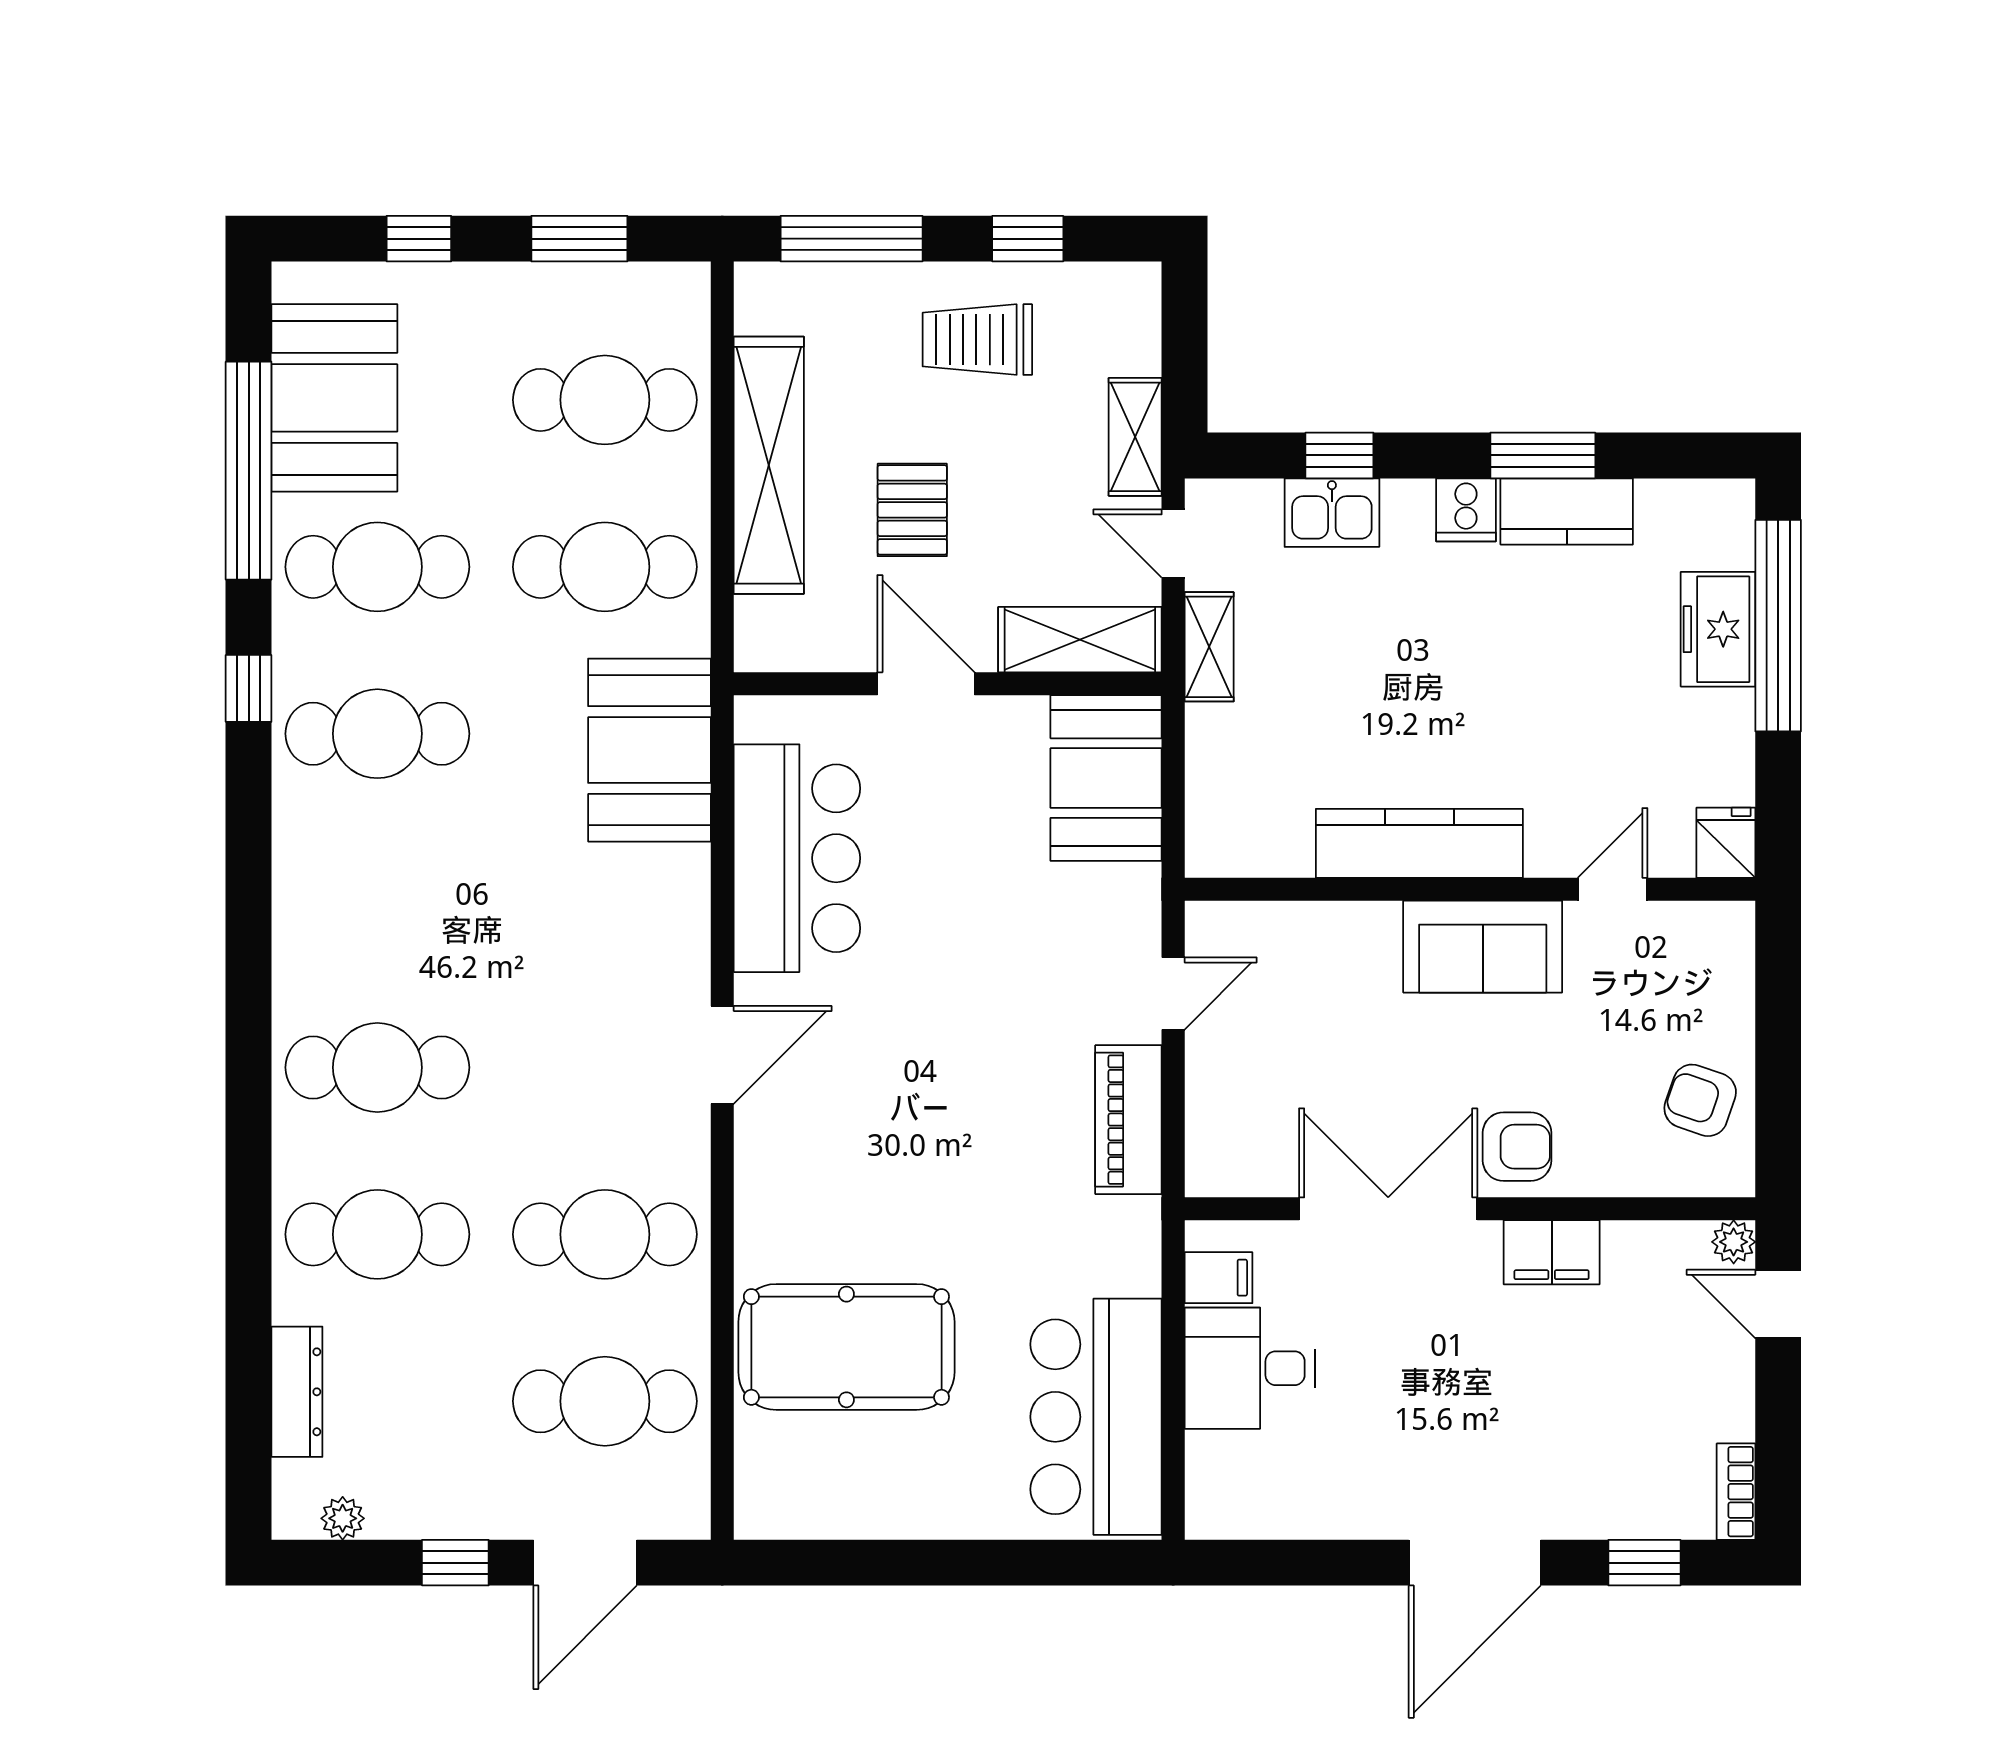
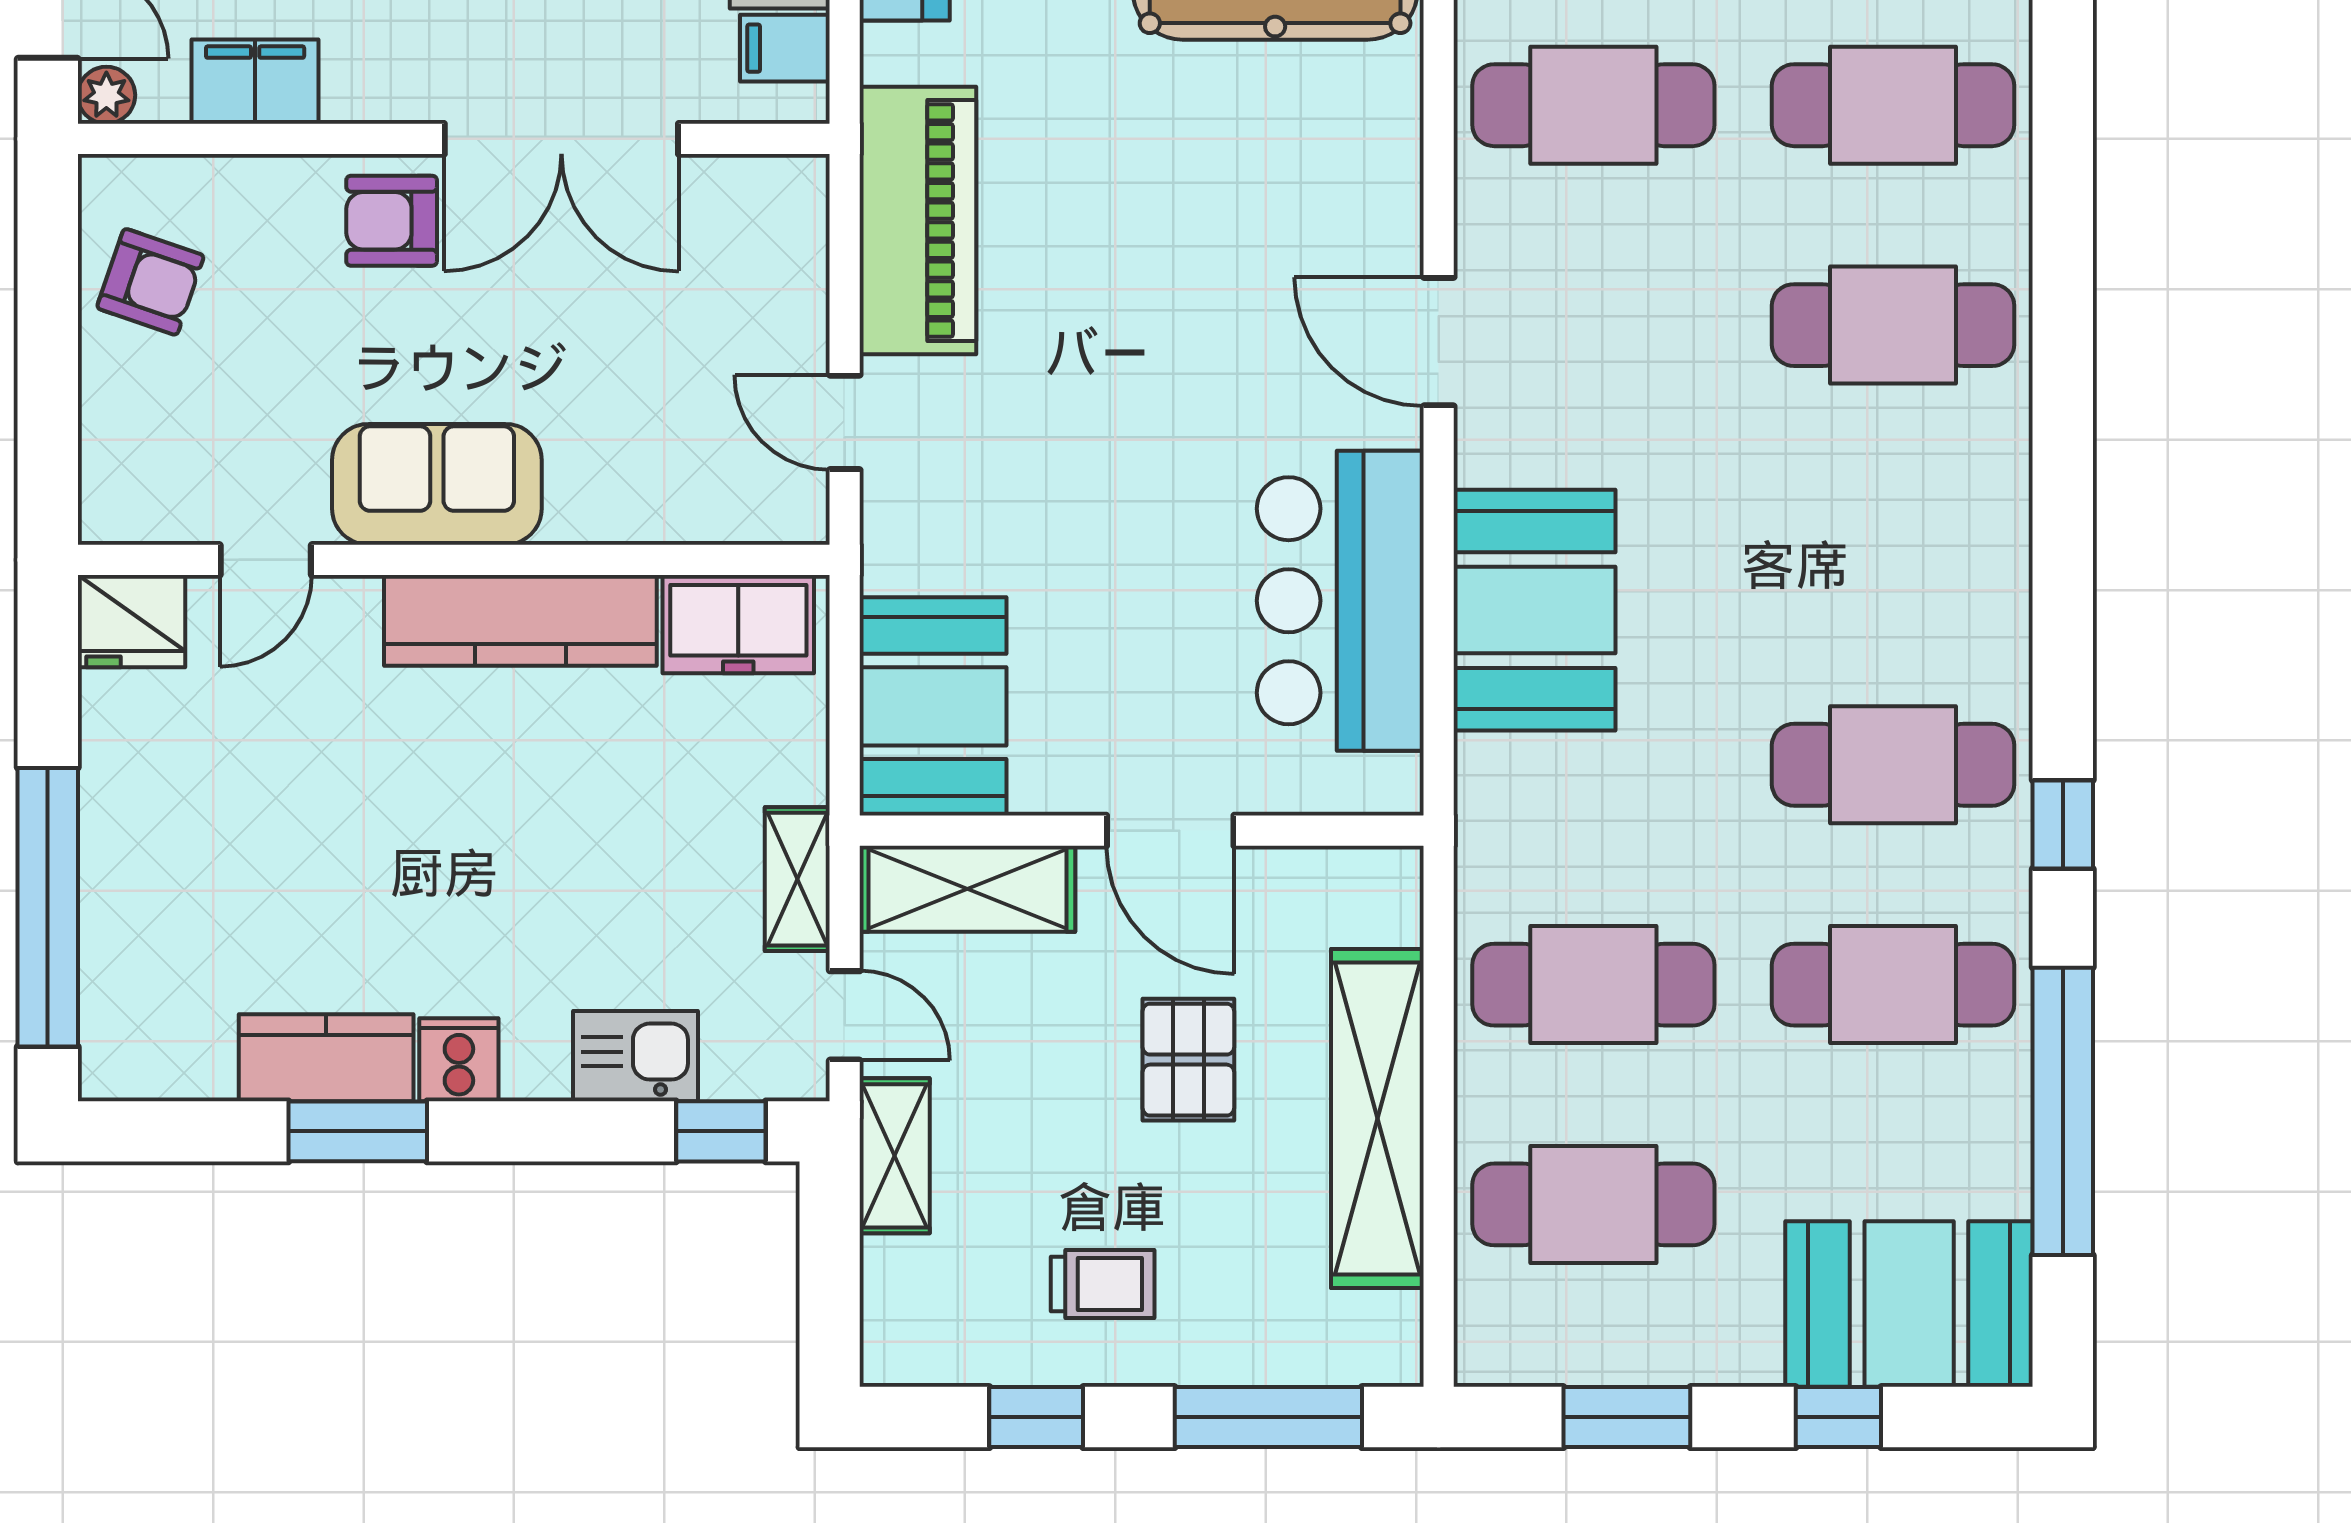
trolley: (977, 340) -> (1103, 1284), width x0.73, depth x0.72
booth: (334, 398) -> (1909, 1304), moved, turned 90
window: (1339, 455) -> (721, 1131), moved
freezer: (1718, 629) -> (738, 624), moved, turned 90
booth: (649, 750) -> (1535, 610), moved
fridge: (1726, 843) -> (131, 621), width x1.38
door: (1173, 994) -> (845, 422), hinge flipped
door: (722, 1055) -> (1439, 342), hinge flipped
piano: (1128, 1120) -> (918, 221), width x1.37, depth x1.33
filing cabinet: (1552, 1252) -> (255, 82), moved

